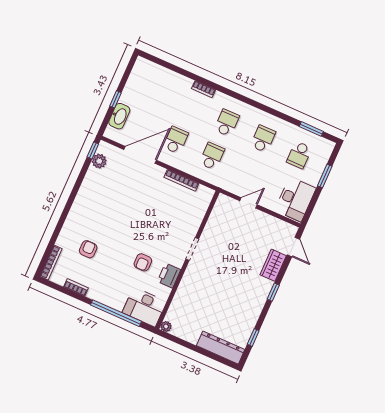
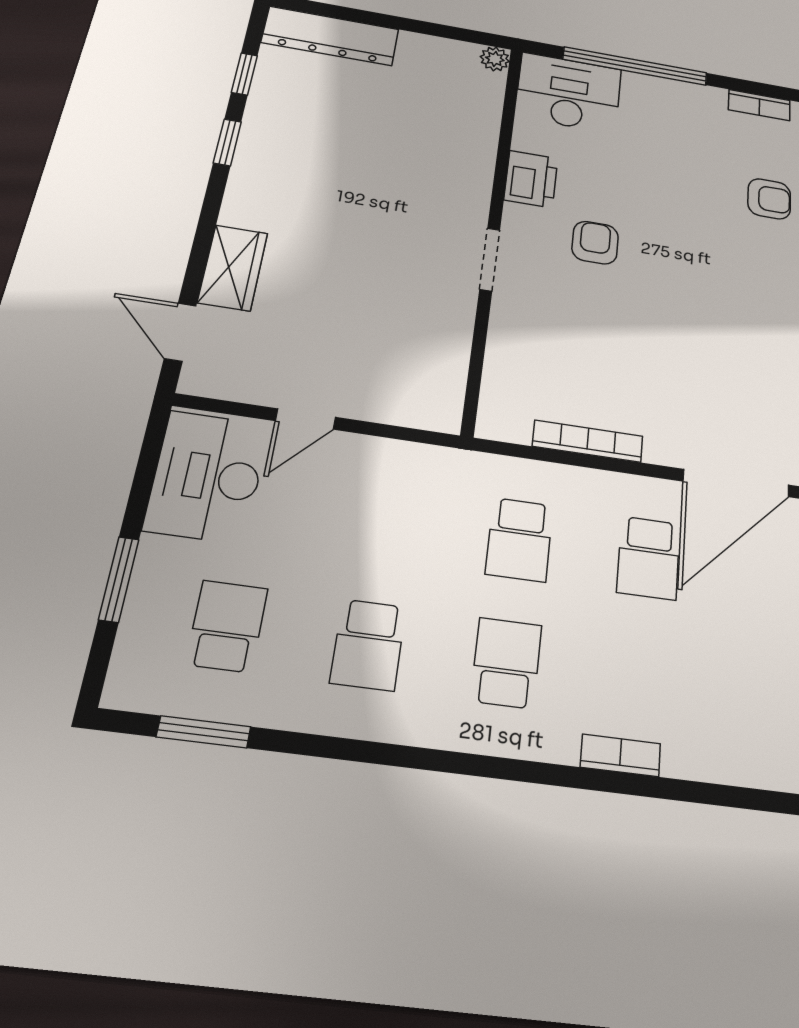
school desk: (227, 123) -> (506, 663), turned 180
door: (248, 203) -> (305, 419), moved
armchair: (88, 249) -> (769, 199), turned -90
armchair: (143, 262) -> (595, 243), moved
window: (273, 292) -> (227, 142), moved

